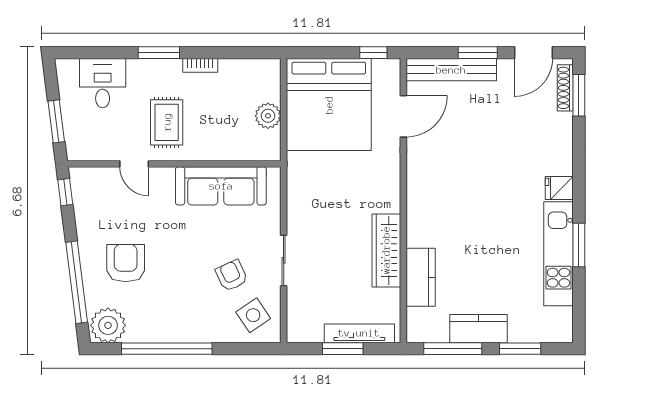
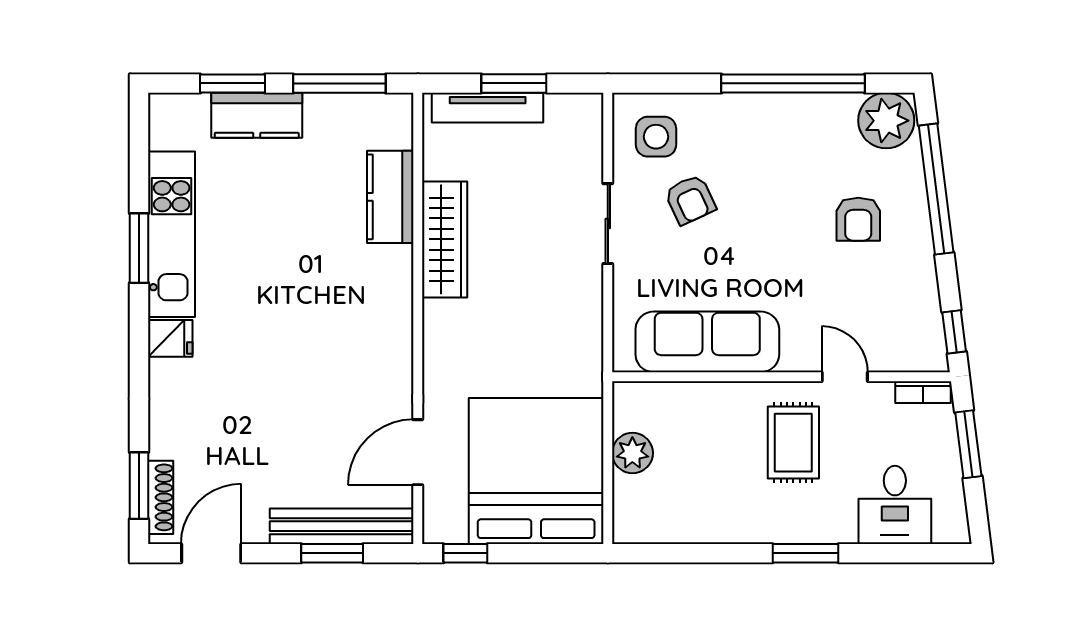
window: (478, 53) -> (332, 553), moved
bookcase: (200, 65) -> (923, 392), moved, turned 180
armchair: (126, 263) -> (858, 219), width x0.72, depth x0.72
side table: (253, 315) -> (656, 137), turned 34
kitchen counter: (478, 329) -> (257, 115), moved

